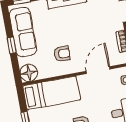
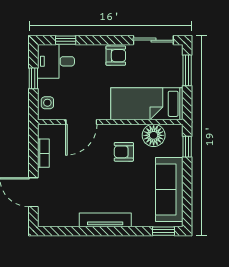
window: (12, 45) -> (187, 147), moved
floor lamp: (29, 73) -> (154, 135), moved

